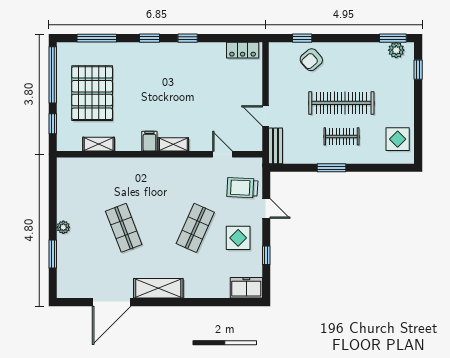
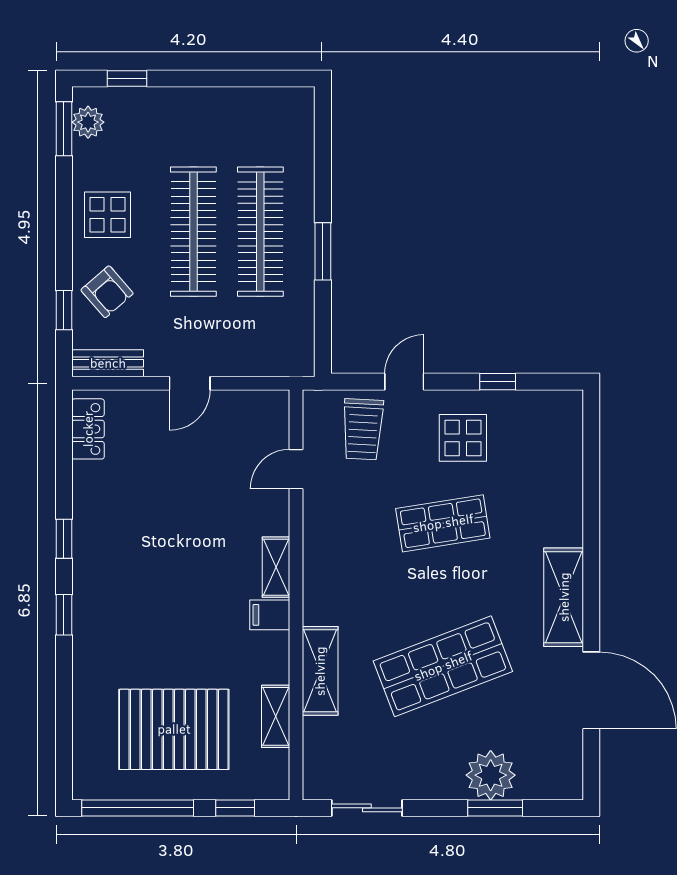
window: (97, 38) -> (64, 720), removed
door: (265, 116) -> (190, 383), moved
clothes rail: (341, 136) -> (260, 232), width x1.86, depth x1.31
display table: (398, 139) -> (107, 215), moved
bench: (276, 146) -> (108, 363), moved
shelving: (121, 166) -> (320, 671), added
sliding door: (53, 190) -> (367, 808), added
plant: (63, 227) -> (491, 775), moved, width x1.87, depth x1.87
shop shelf: (124, 228) -> (443, 666), width x1.43, depth x1.36
shop shelf: (195, 228) -> (443, 523), turned -33
freezer: (246, 288) -> (563, 421), removed

